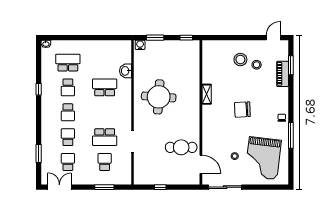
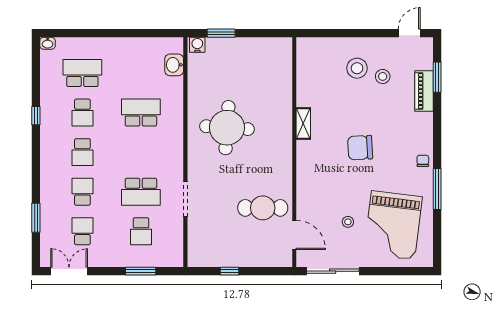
window: (186, 38) -> (271, 33), removed
washbasin: (125, 71) -> (174, 65), moved
school desk: (105, 162) -> (141, 231), turned 180

